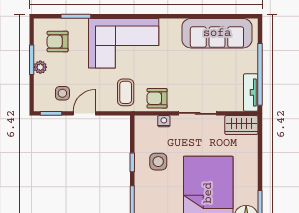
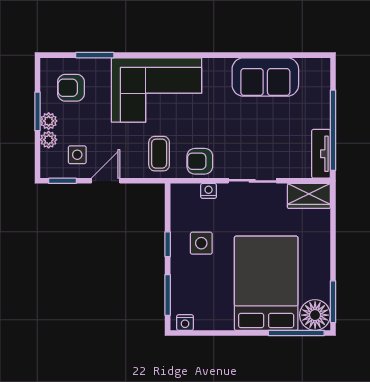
sofa: (217, 33) -> (265, 77), width x0.73
plant: (40, 82) -> (49, 140), added

